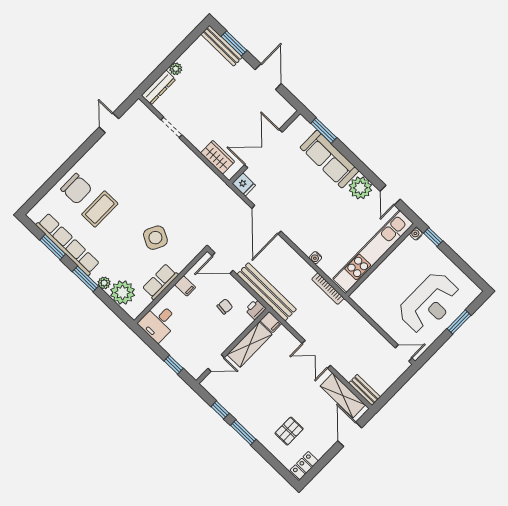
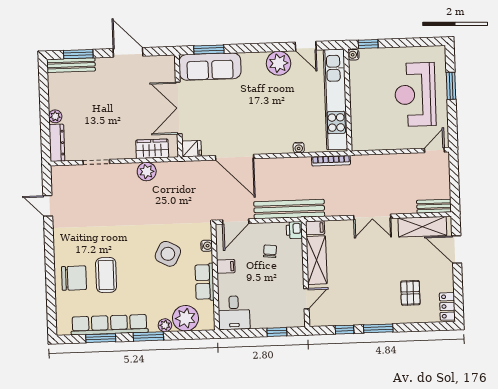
sofa: (329, 159) -> (210, 67), moved
plant: (198, 168) -> (147, 172), added
water cooler: (187, 259) -> (207, 246), added
reception desk: (429, 303) -> (415, 95), turned 180

